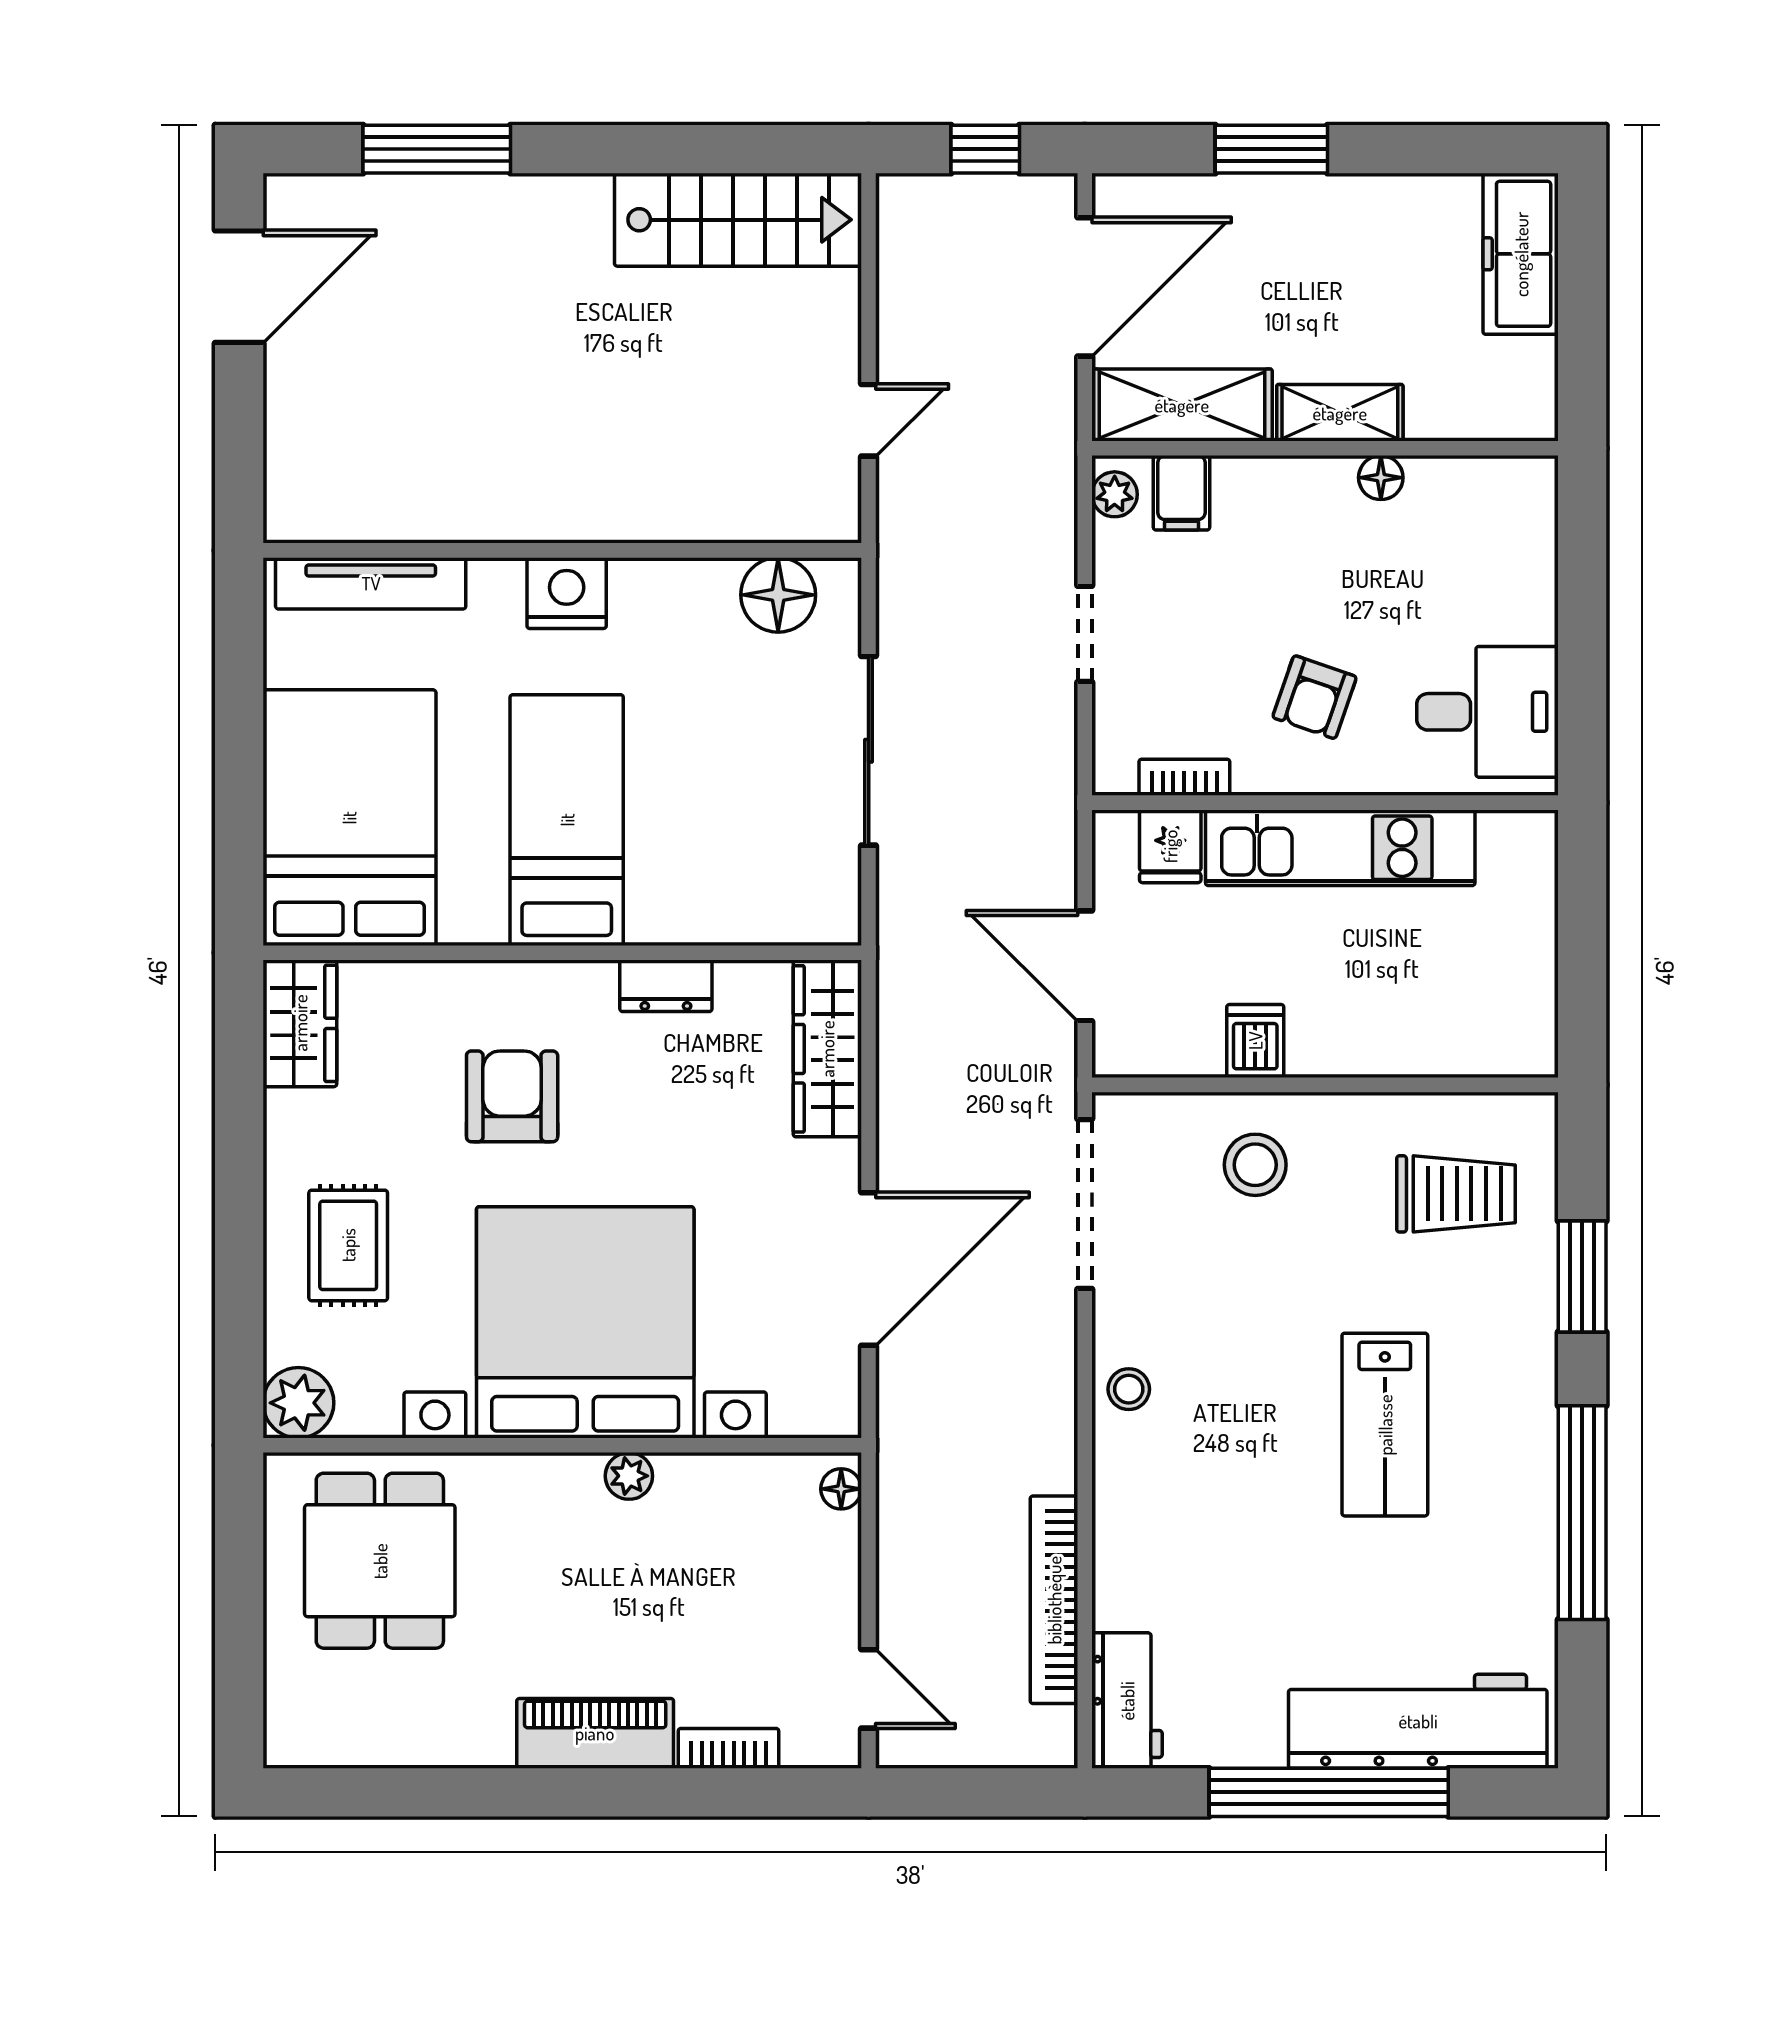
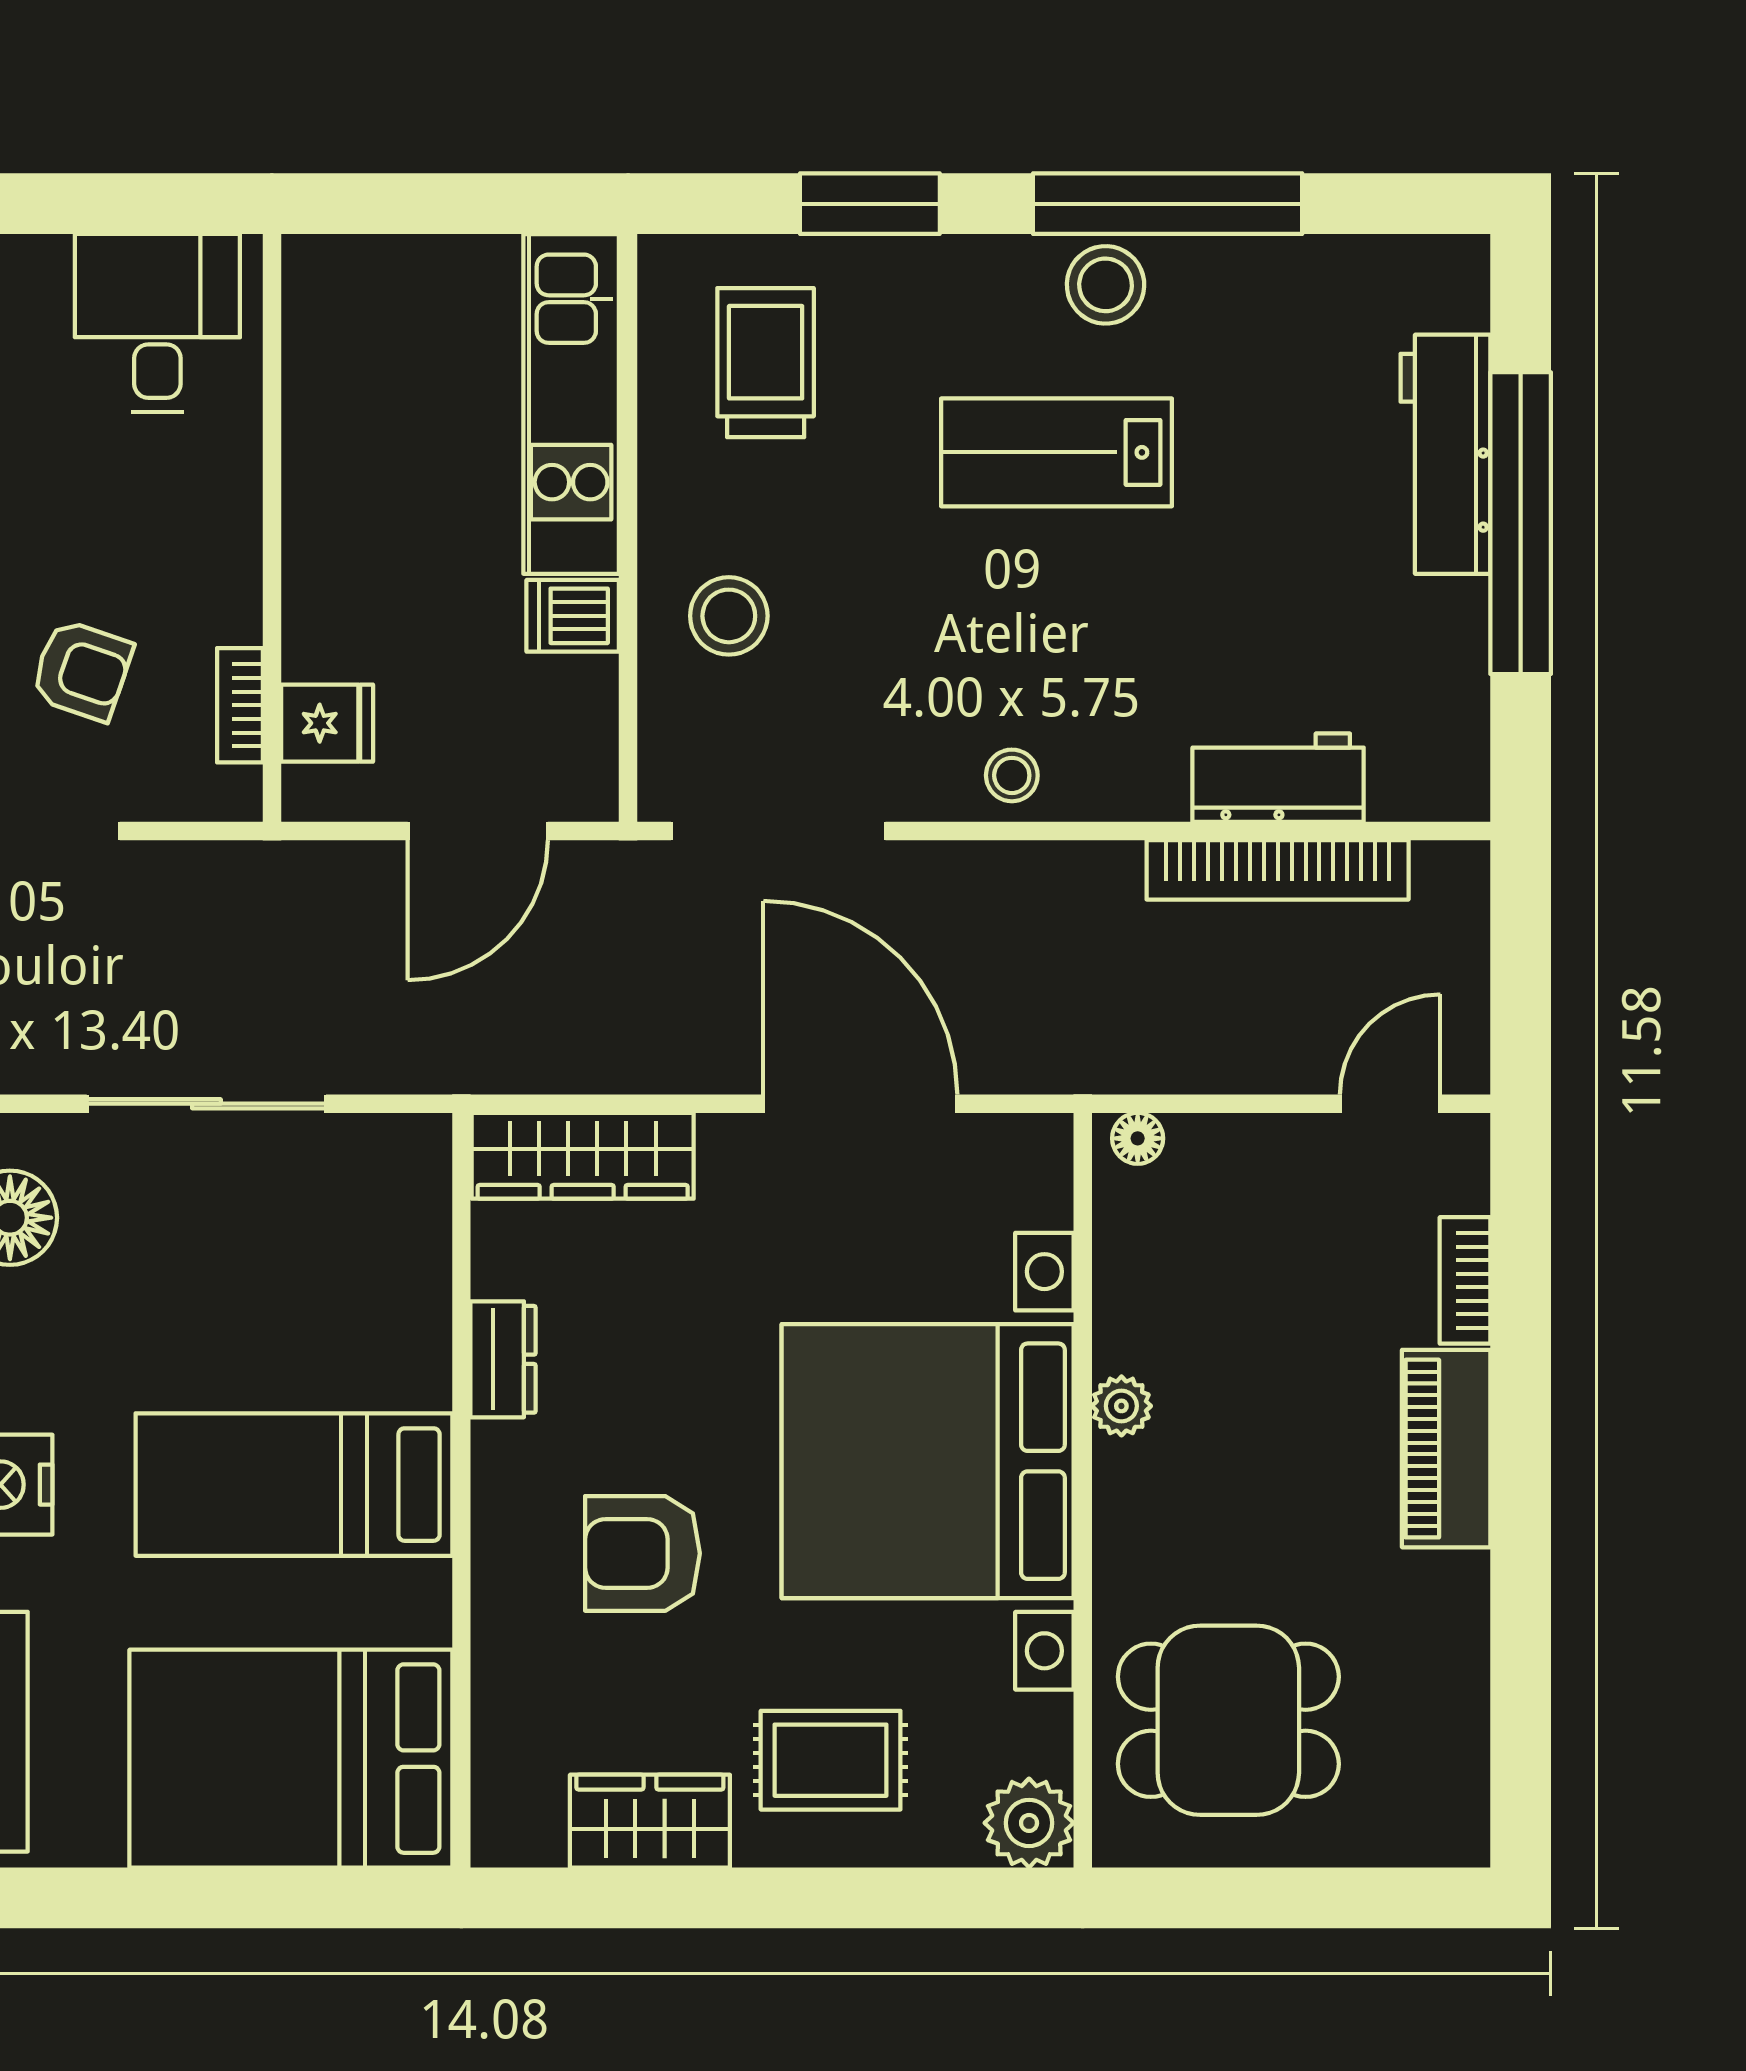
armchair: (1315, 697) -> (82, 670), moved
kitchen unit: (1340, 848) -> (571, 404), moved, turned 180
wardrobe: (300, 1023) -> (650, 1821), moved
lab bench: (1385, 1425) -> (1056, 452), turned 180
stool: (1518, 1463) -> (1106, 285), added
workbench: (1127, 1701) -> (1278, 778), moved
workbench: (1418, 1721) -> (1445, 454), width x0.73, depth x0.76

